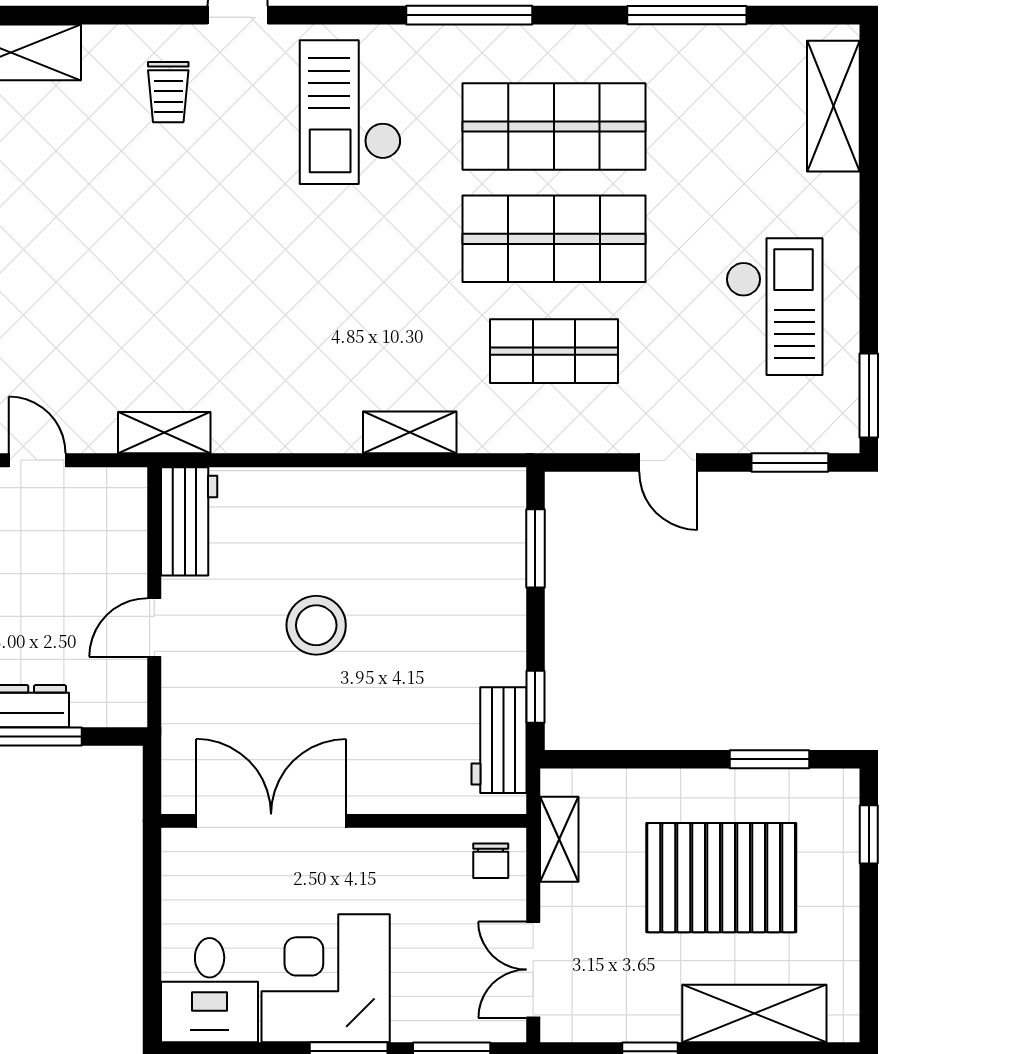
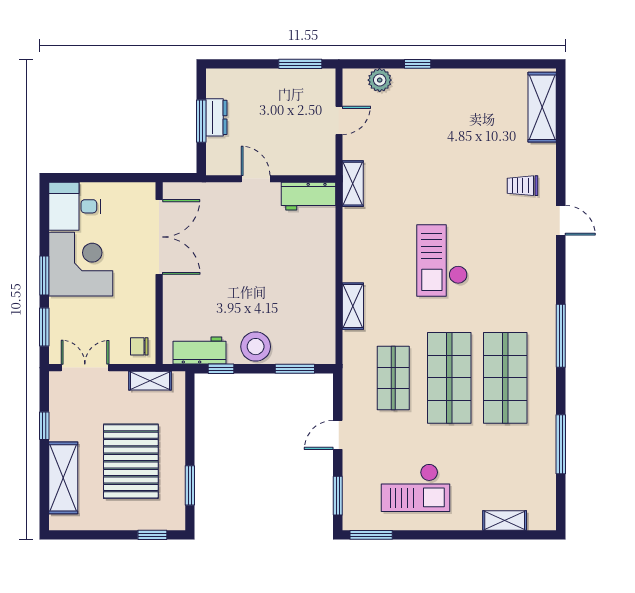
shelving: (833, 106) -> (505, 520), width x0.67, depth x0.75
checkout: (350, 112) -> (442, 260), moved, turned -90
stool: (316, 625) -> (256, 347), moved

